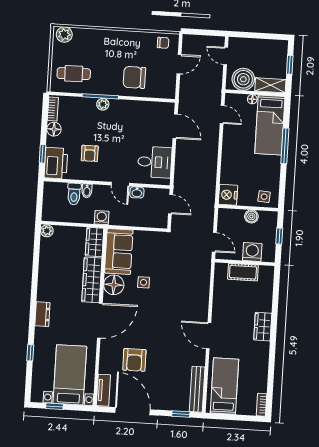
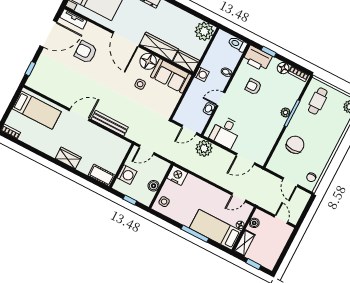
door: (226, 56) -> (281, 219), hinge flipped
boiler: (243, 79) -> (254, 223), width x0.54, depth x0.54
plant: (184, 178) -> (204, 148), added
toilet: (74, 194) -> (238, 44), moved
plant: (47, 231) -> (204, 31), width x1.87, depth x1.87
cot: (243, 272) -> (102, 175), moved, turned 90
bench: (197, 389) -> (110, 123), moved

